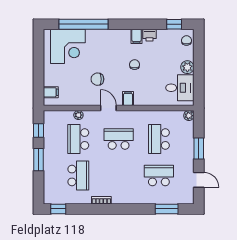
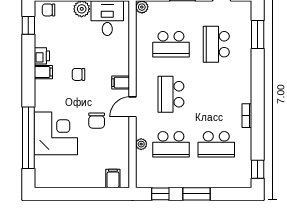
corner desk: (68, 46) -> (56, 133), moved
school desk: (78, 176) -> (216, 144), turned 180

